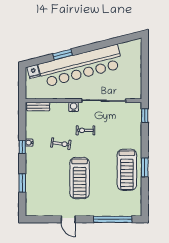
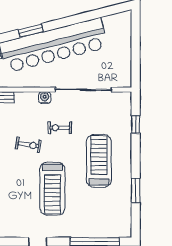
window: (145, 116) -> (136, 124), moved
window: (145, 167) -> (136, 190), moved
treadmill: (127, 170) -> (99, 161), moved, turned 180

